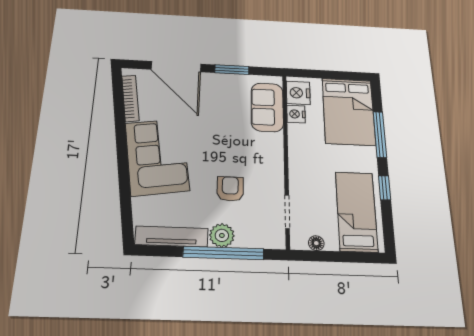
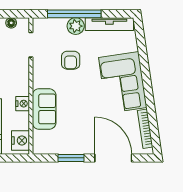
sofa: (267, 107) -> (44, 109), moved
nightstand: (296, 114) -> (23, 104), moved

